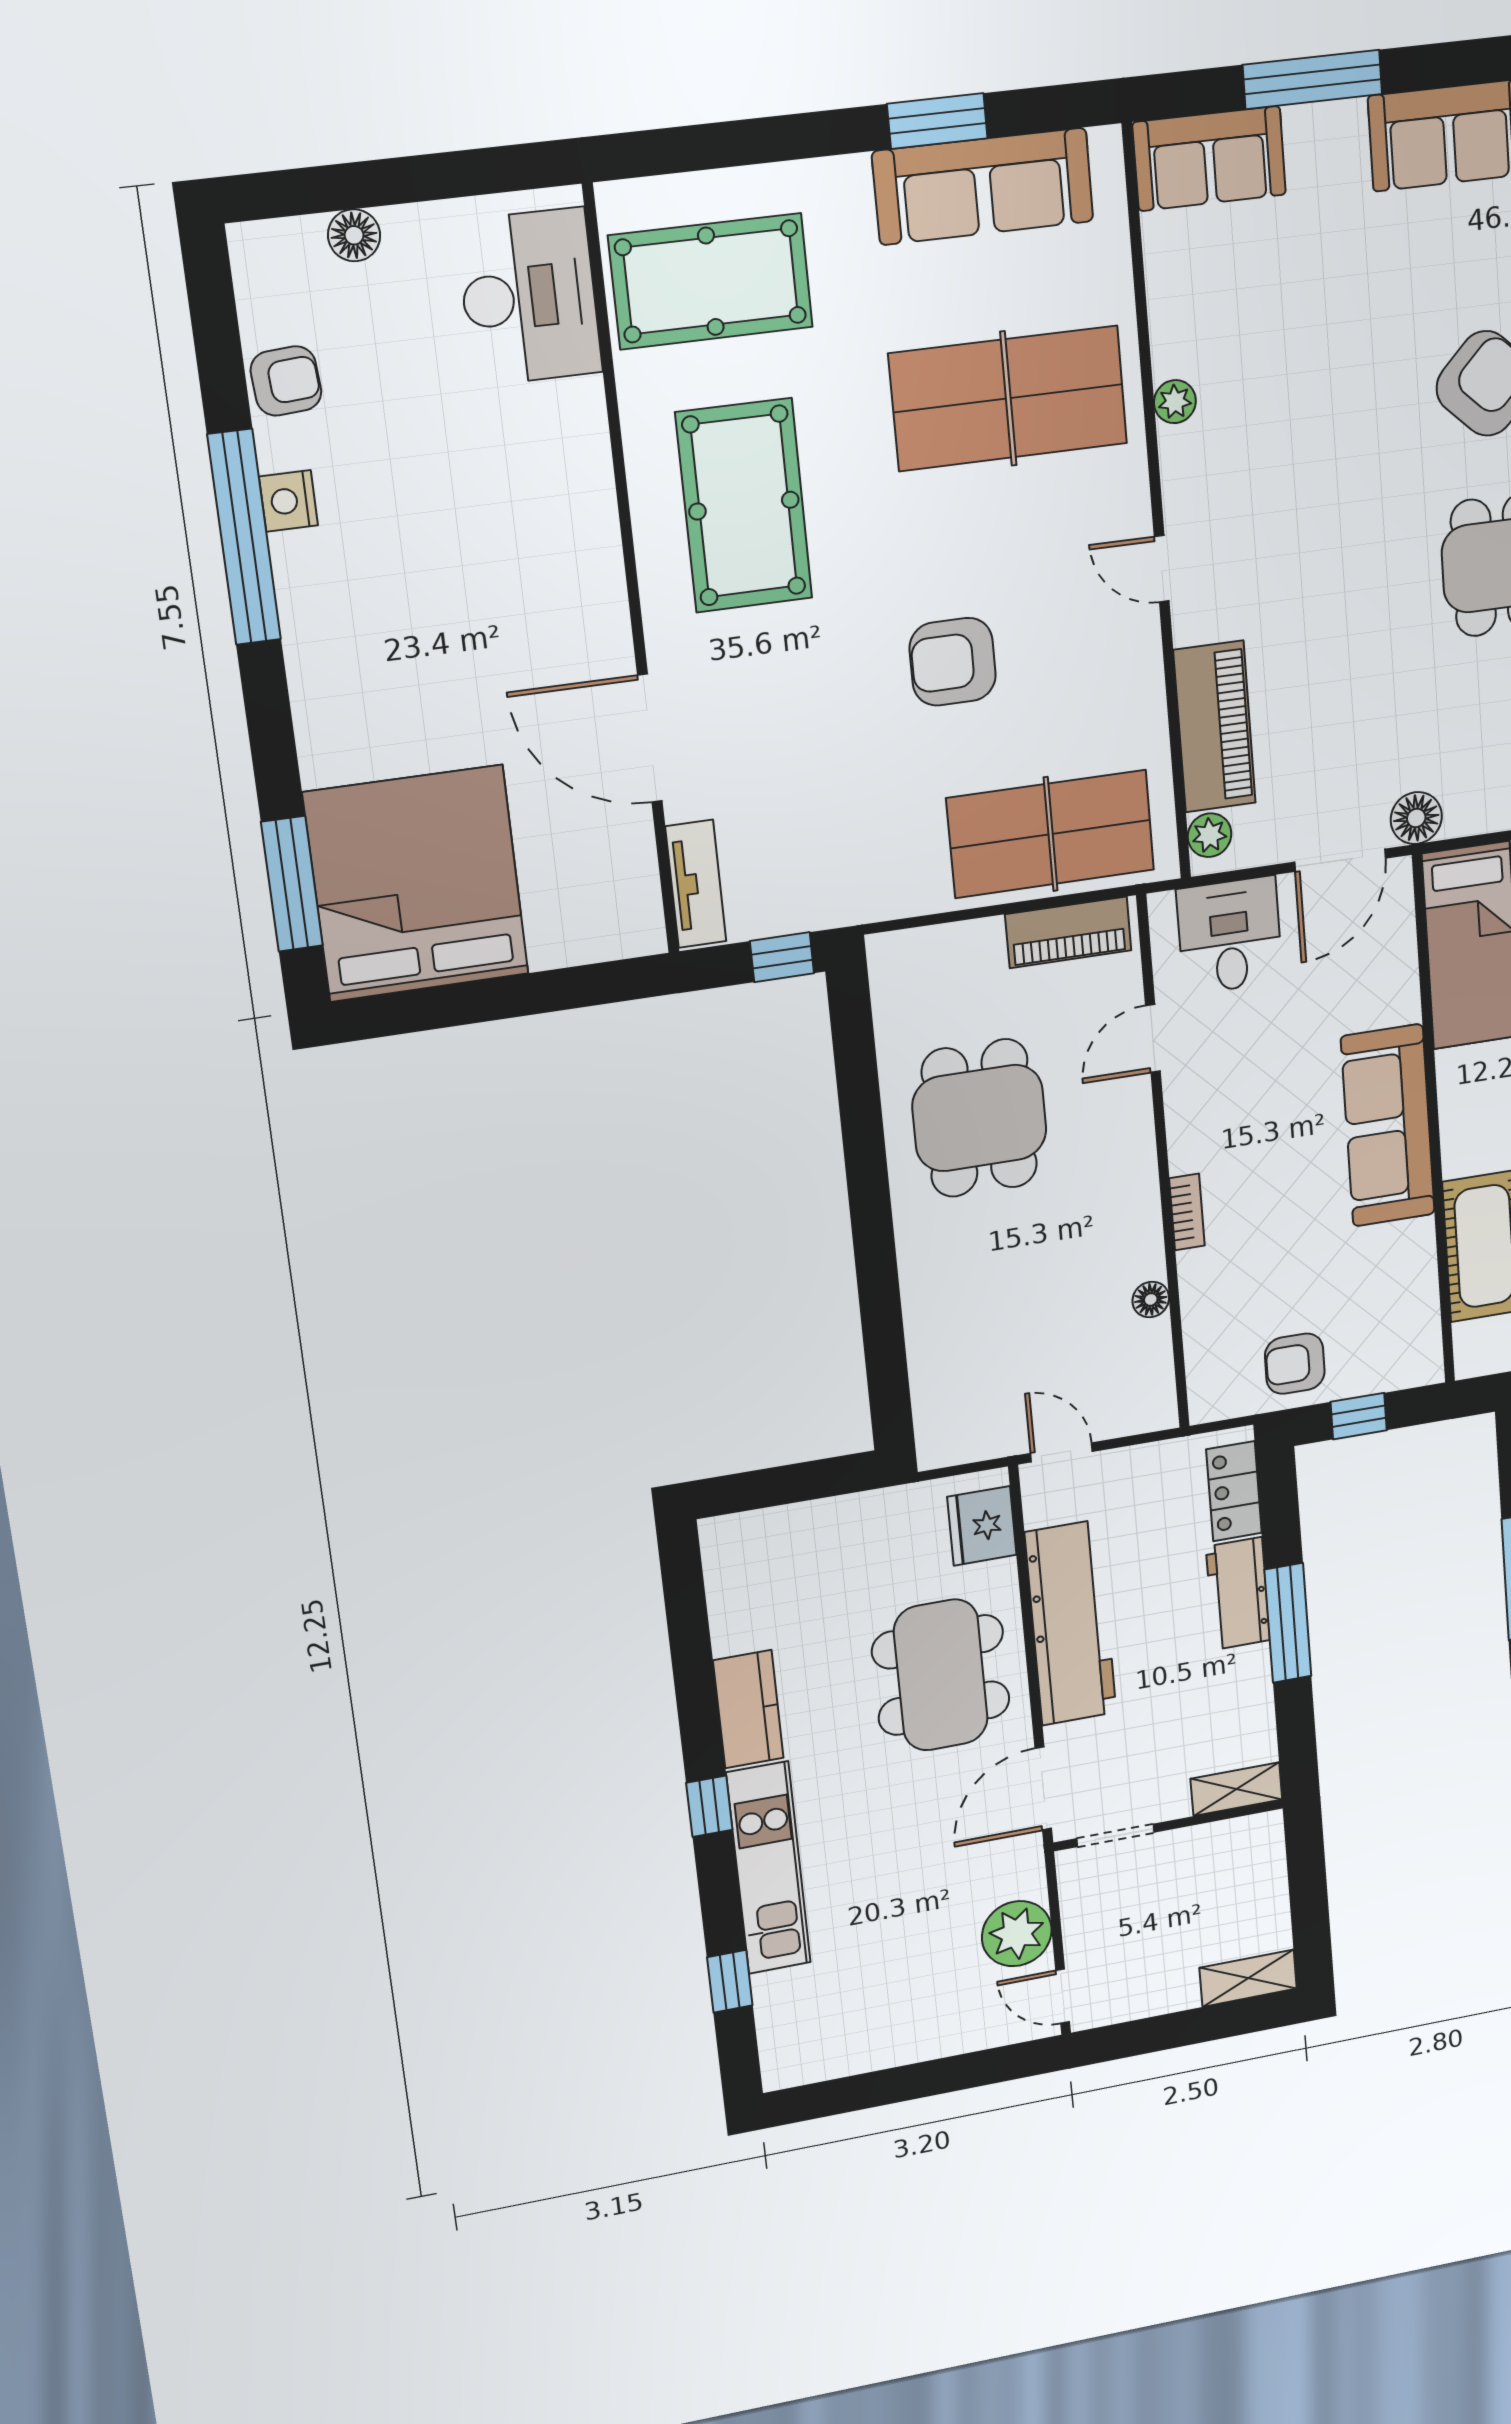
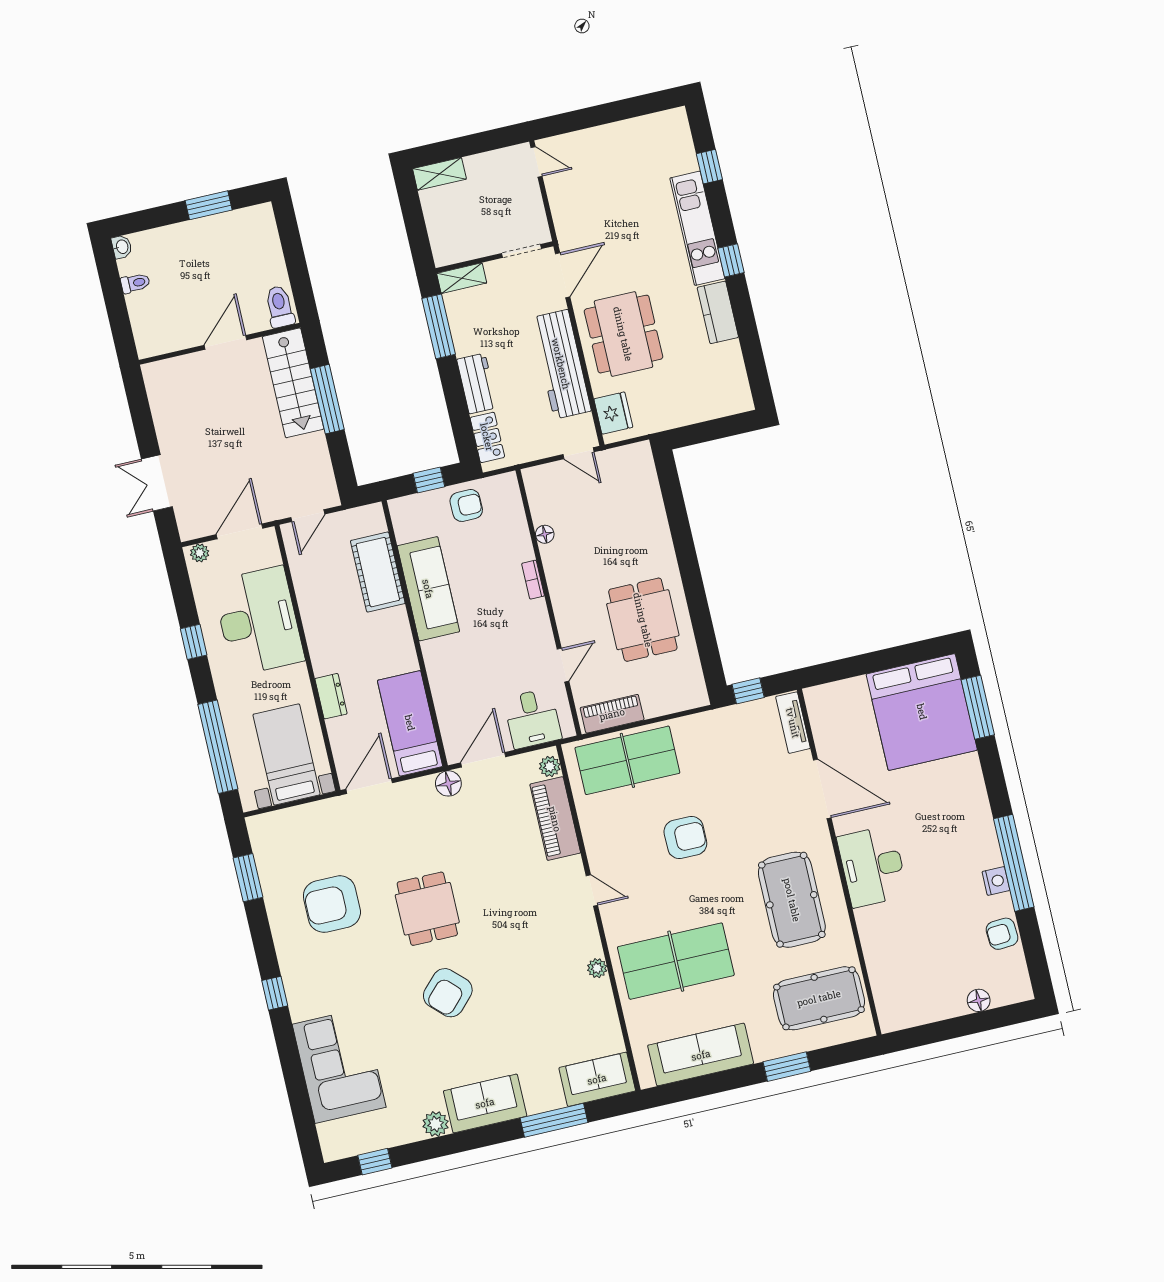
window: (937, 121) -> (787, 1067), moved
desk: (529, 297) -> (872, 866), moved
sofa: (1388, 1126) -> (428, 589), moved
window: (1288, 1623) -> (439, 326), moved
plant: (1017, 1934) -> (565, 196), removed

